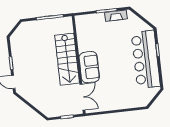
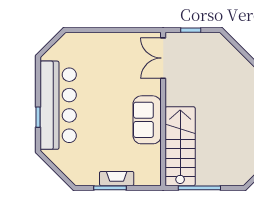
fireplace: (116, 16) -> (117, 179), moved
stairs: (67, 59) -> (180, 146), moved
sofa: (89, 67) -> (147, 120), moved

